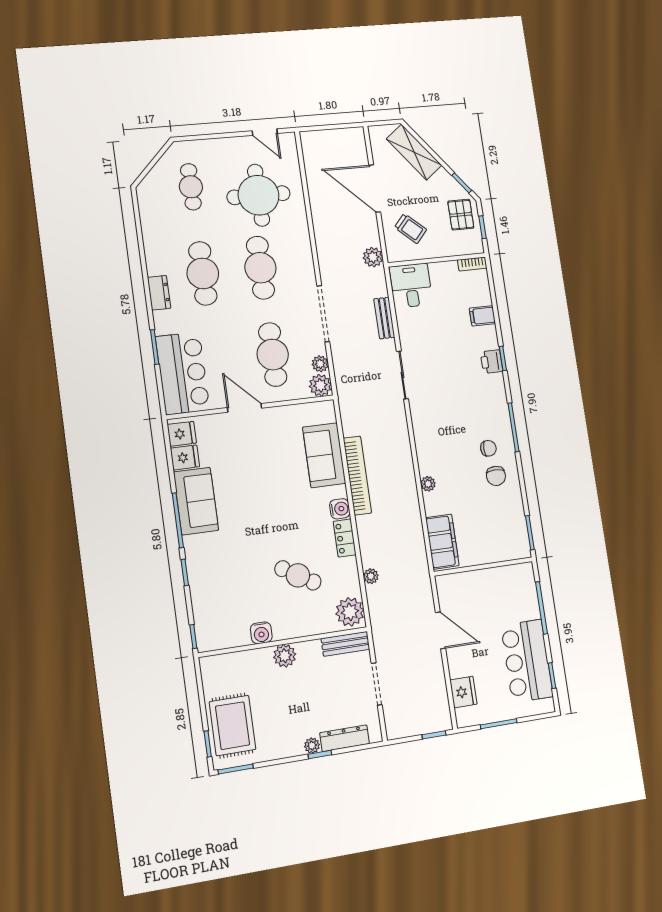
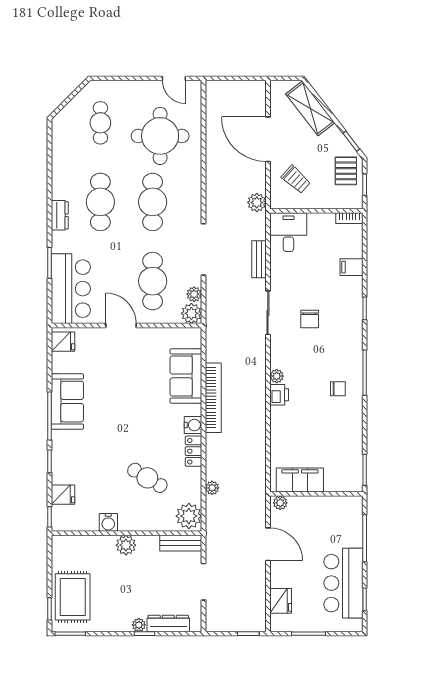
printer: (492, 362) -> (279, 395), moved, turned 180
fridge: (185, 457) -> (63, 495), moved
chair: (496, 476) -> (310, 319), moved
plant: (428, 484) -> (277, 376), moved
filing cabinet: (442, 542) -> (300, 480), moved, turned -90
plant: (447, 582) -> (280, 503), added

